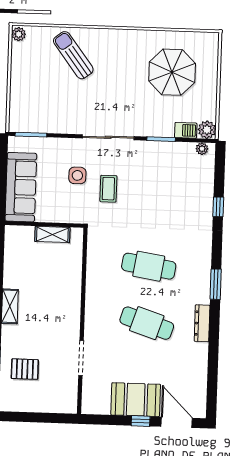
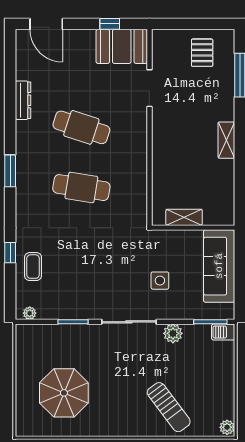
barbecue: (186, 130) -> (223, 332), moved
plant: (207, 130) -> (173, 333), moved
coffee table: (108, 189) -> (33, 267), moved
dresser: (202, 323) -> (23, 100), moved
pallet: (25, 369) -> (202, 53), moved, turned 90
booth: (136, 400) -> (122, 46), moved
window: (141, 421) -> (110, 24), moved

